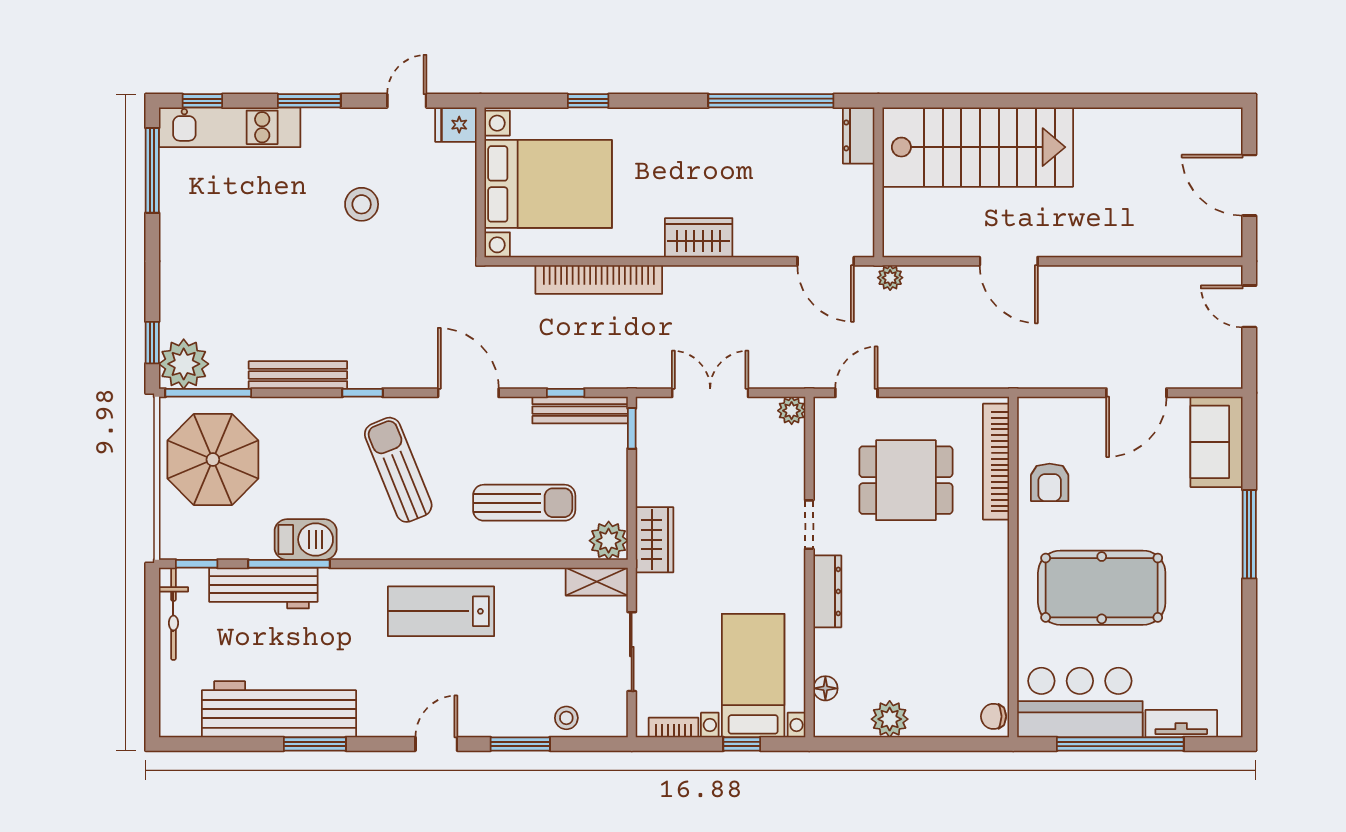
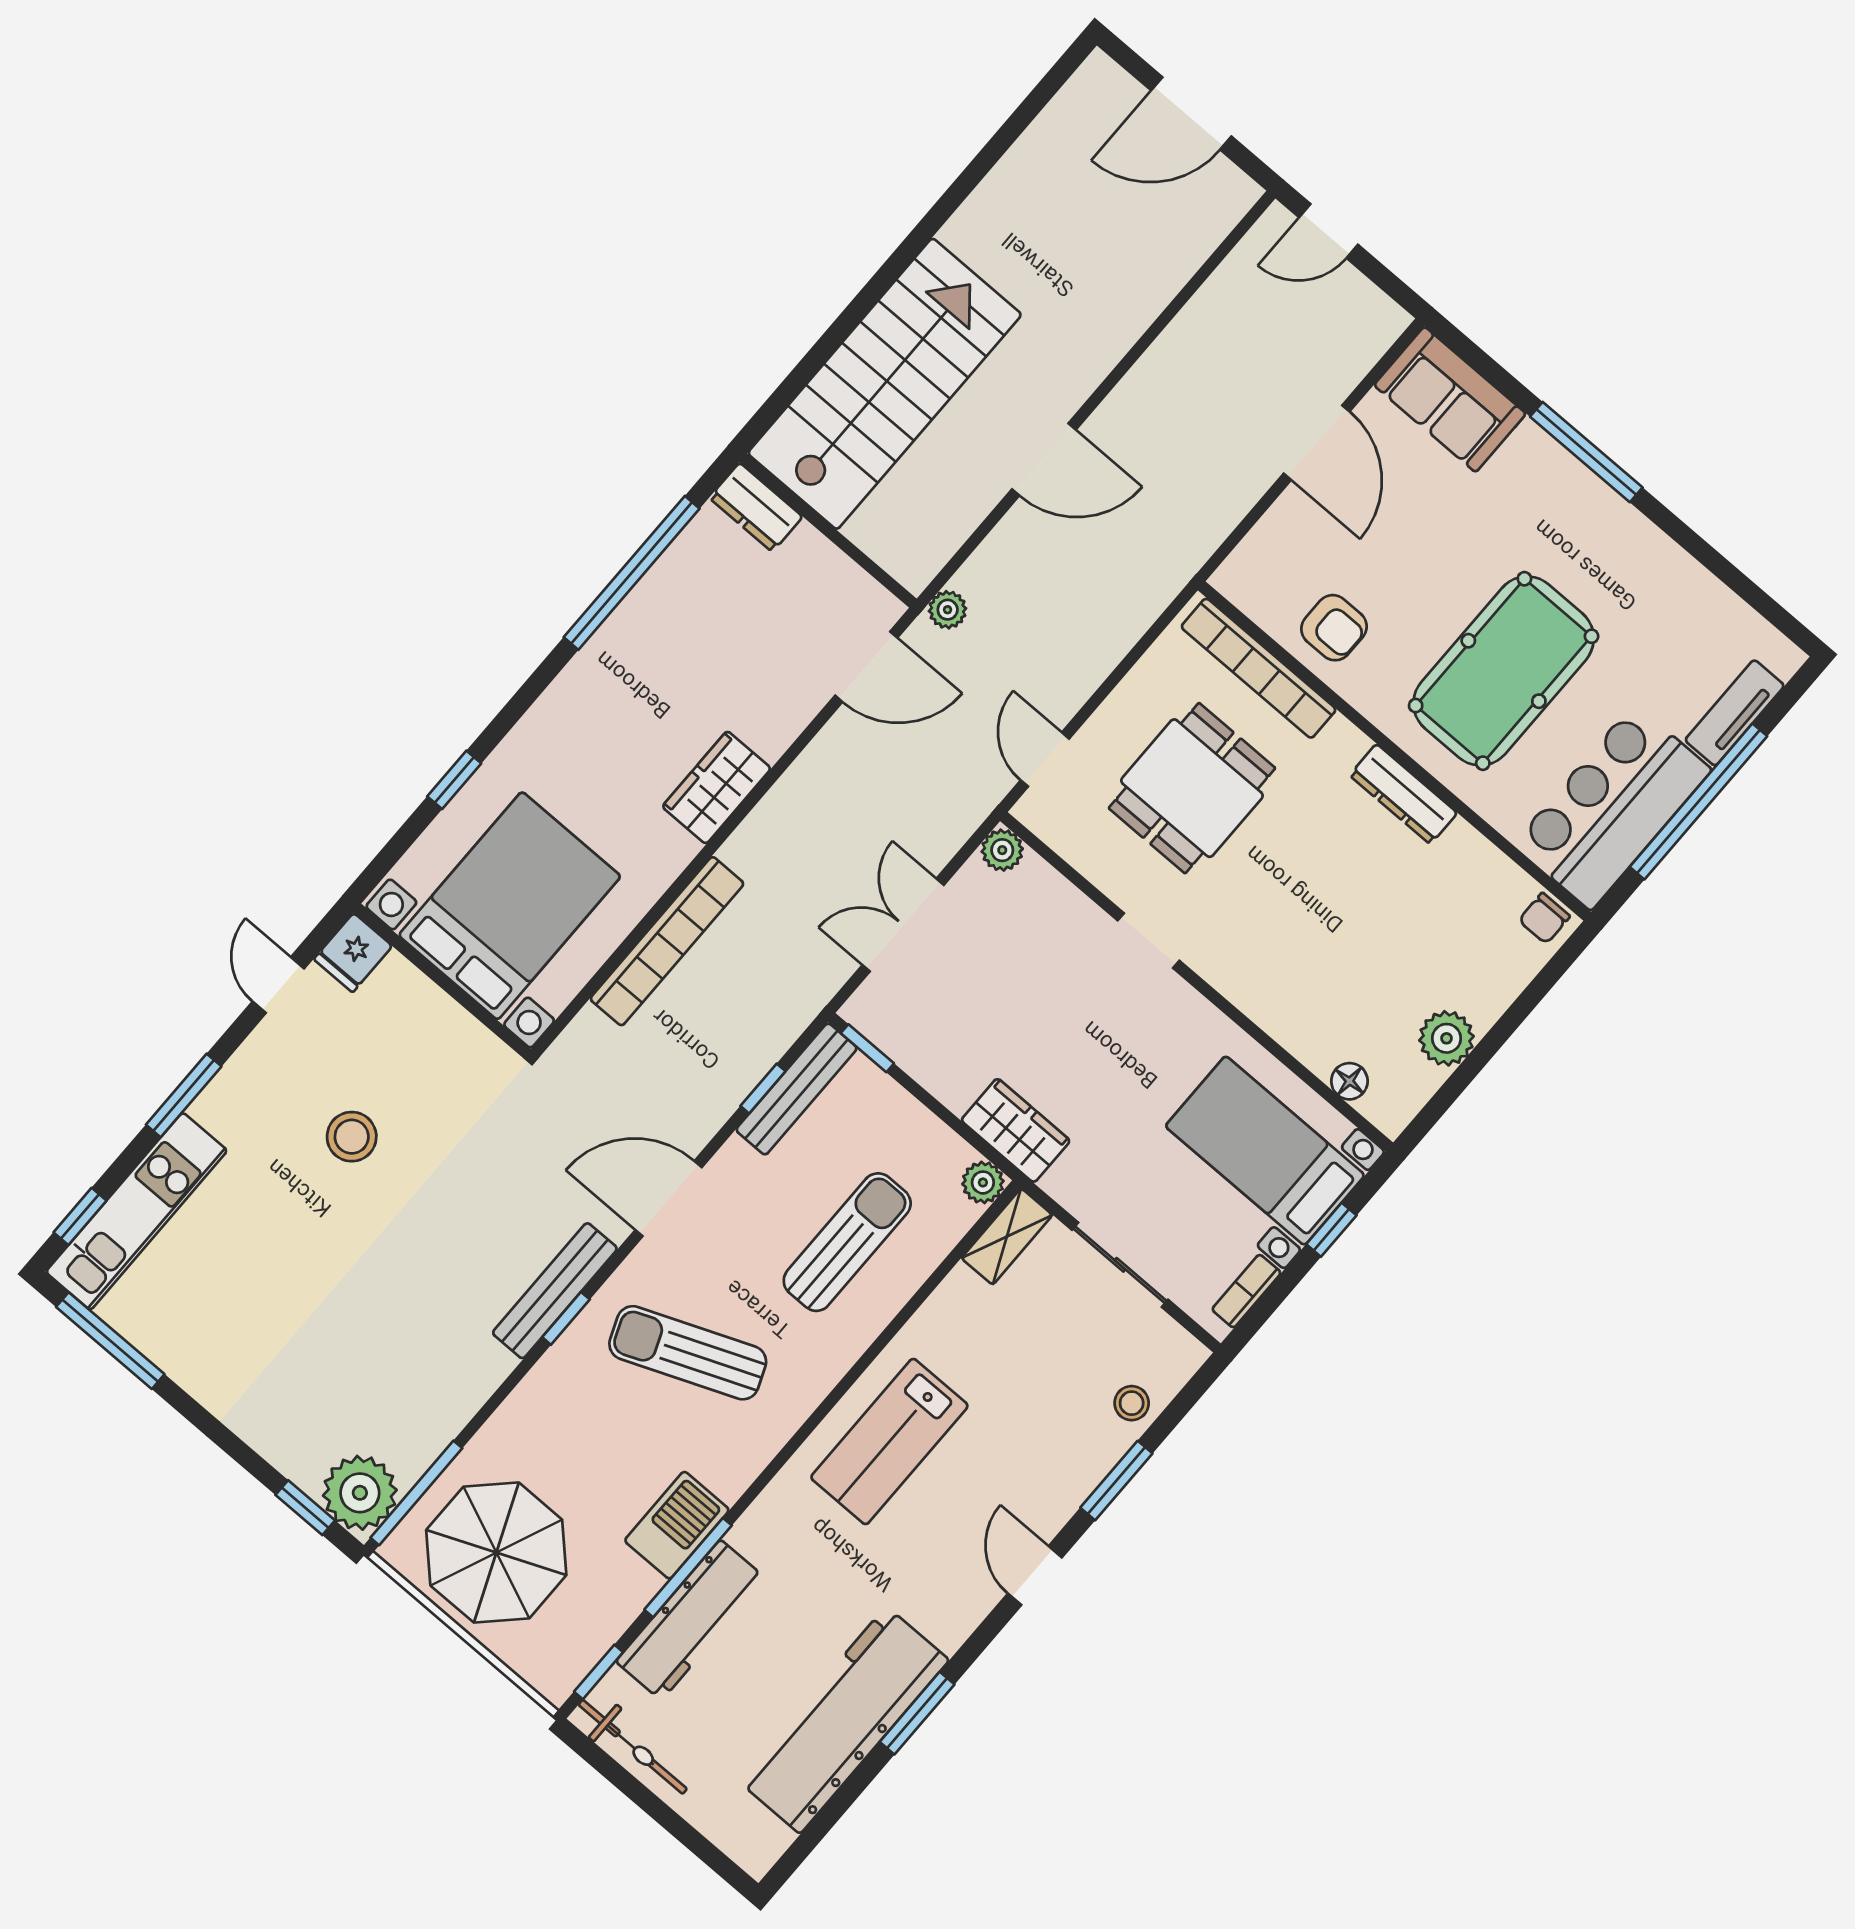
bench: (298, 375) -> (555, 1291), moved
plant: (609, 541) -> (983, 1182), width x0.73, depth x0.73
dresser: (827, 591) -> (1403, 794), moved, turned 180

